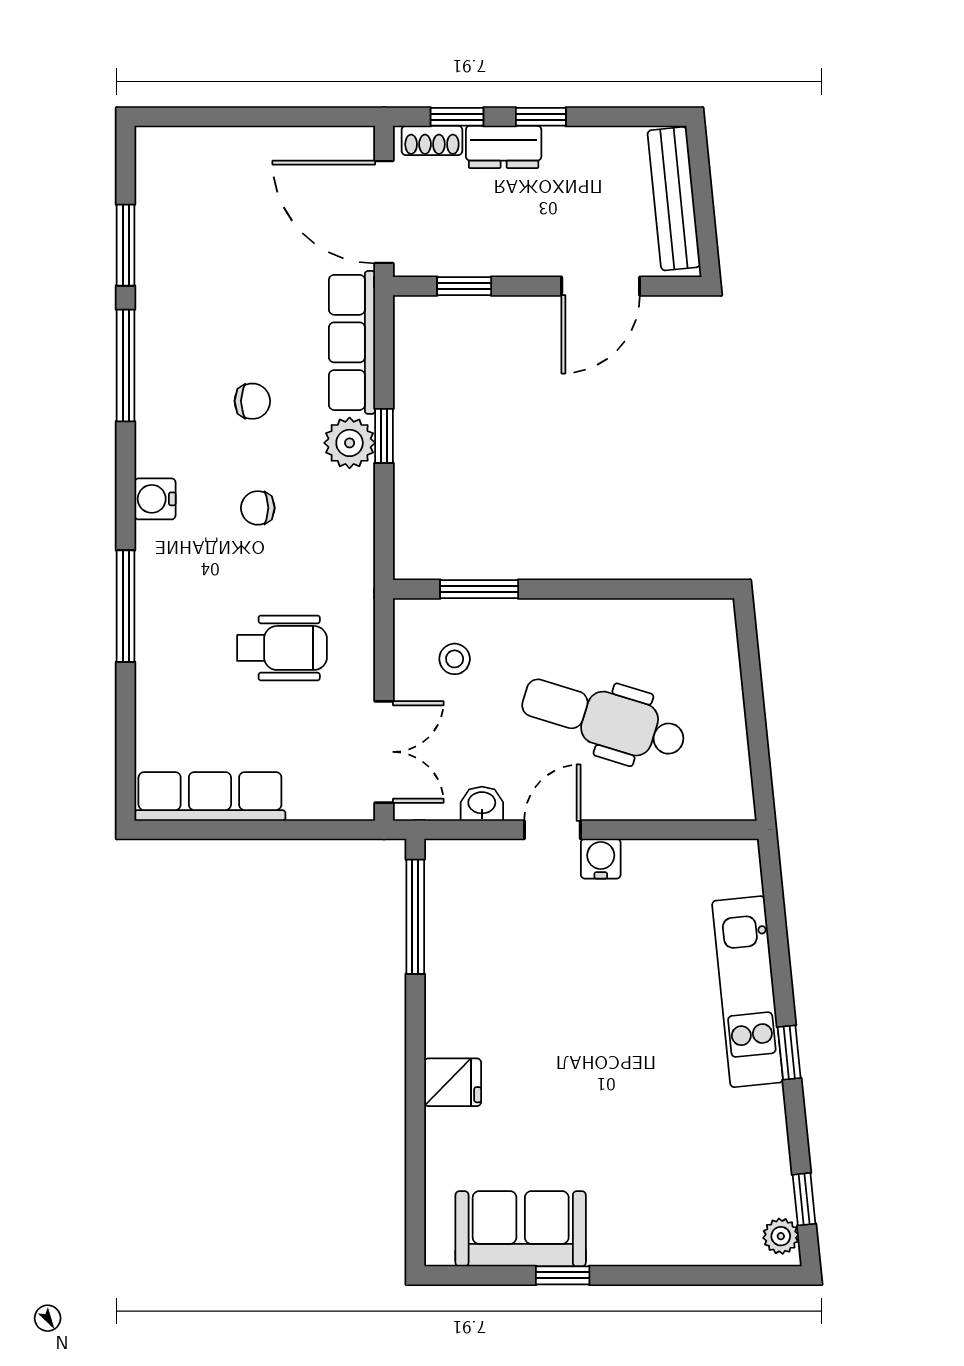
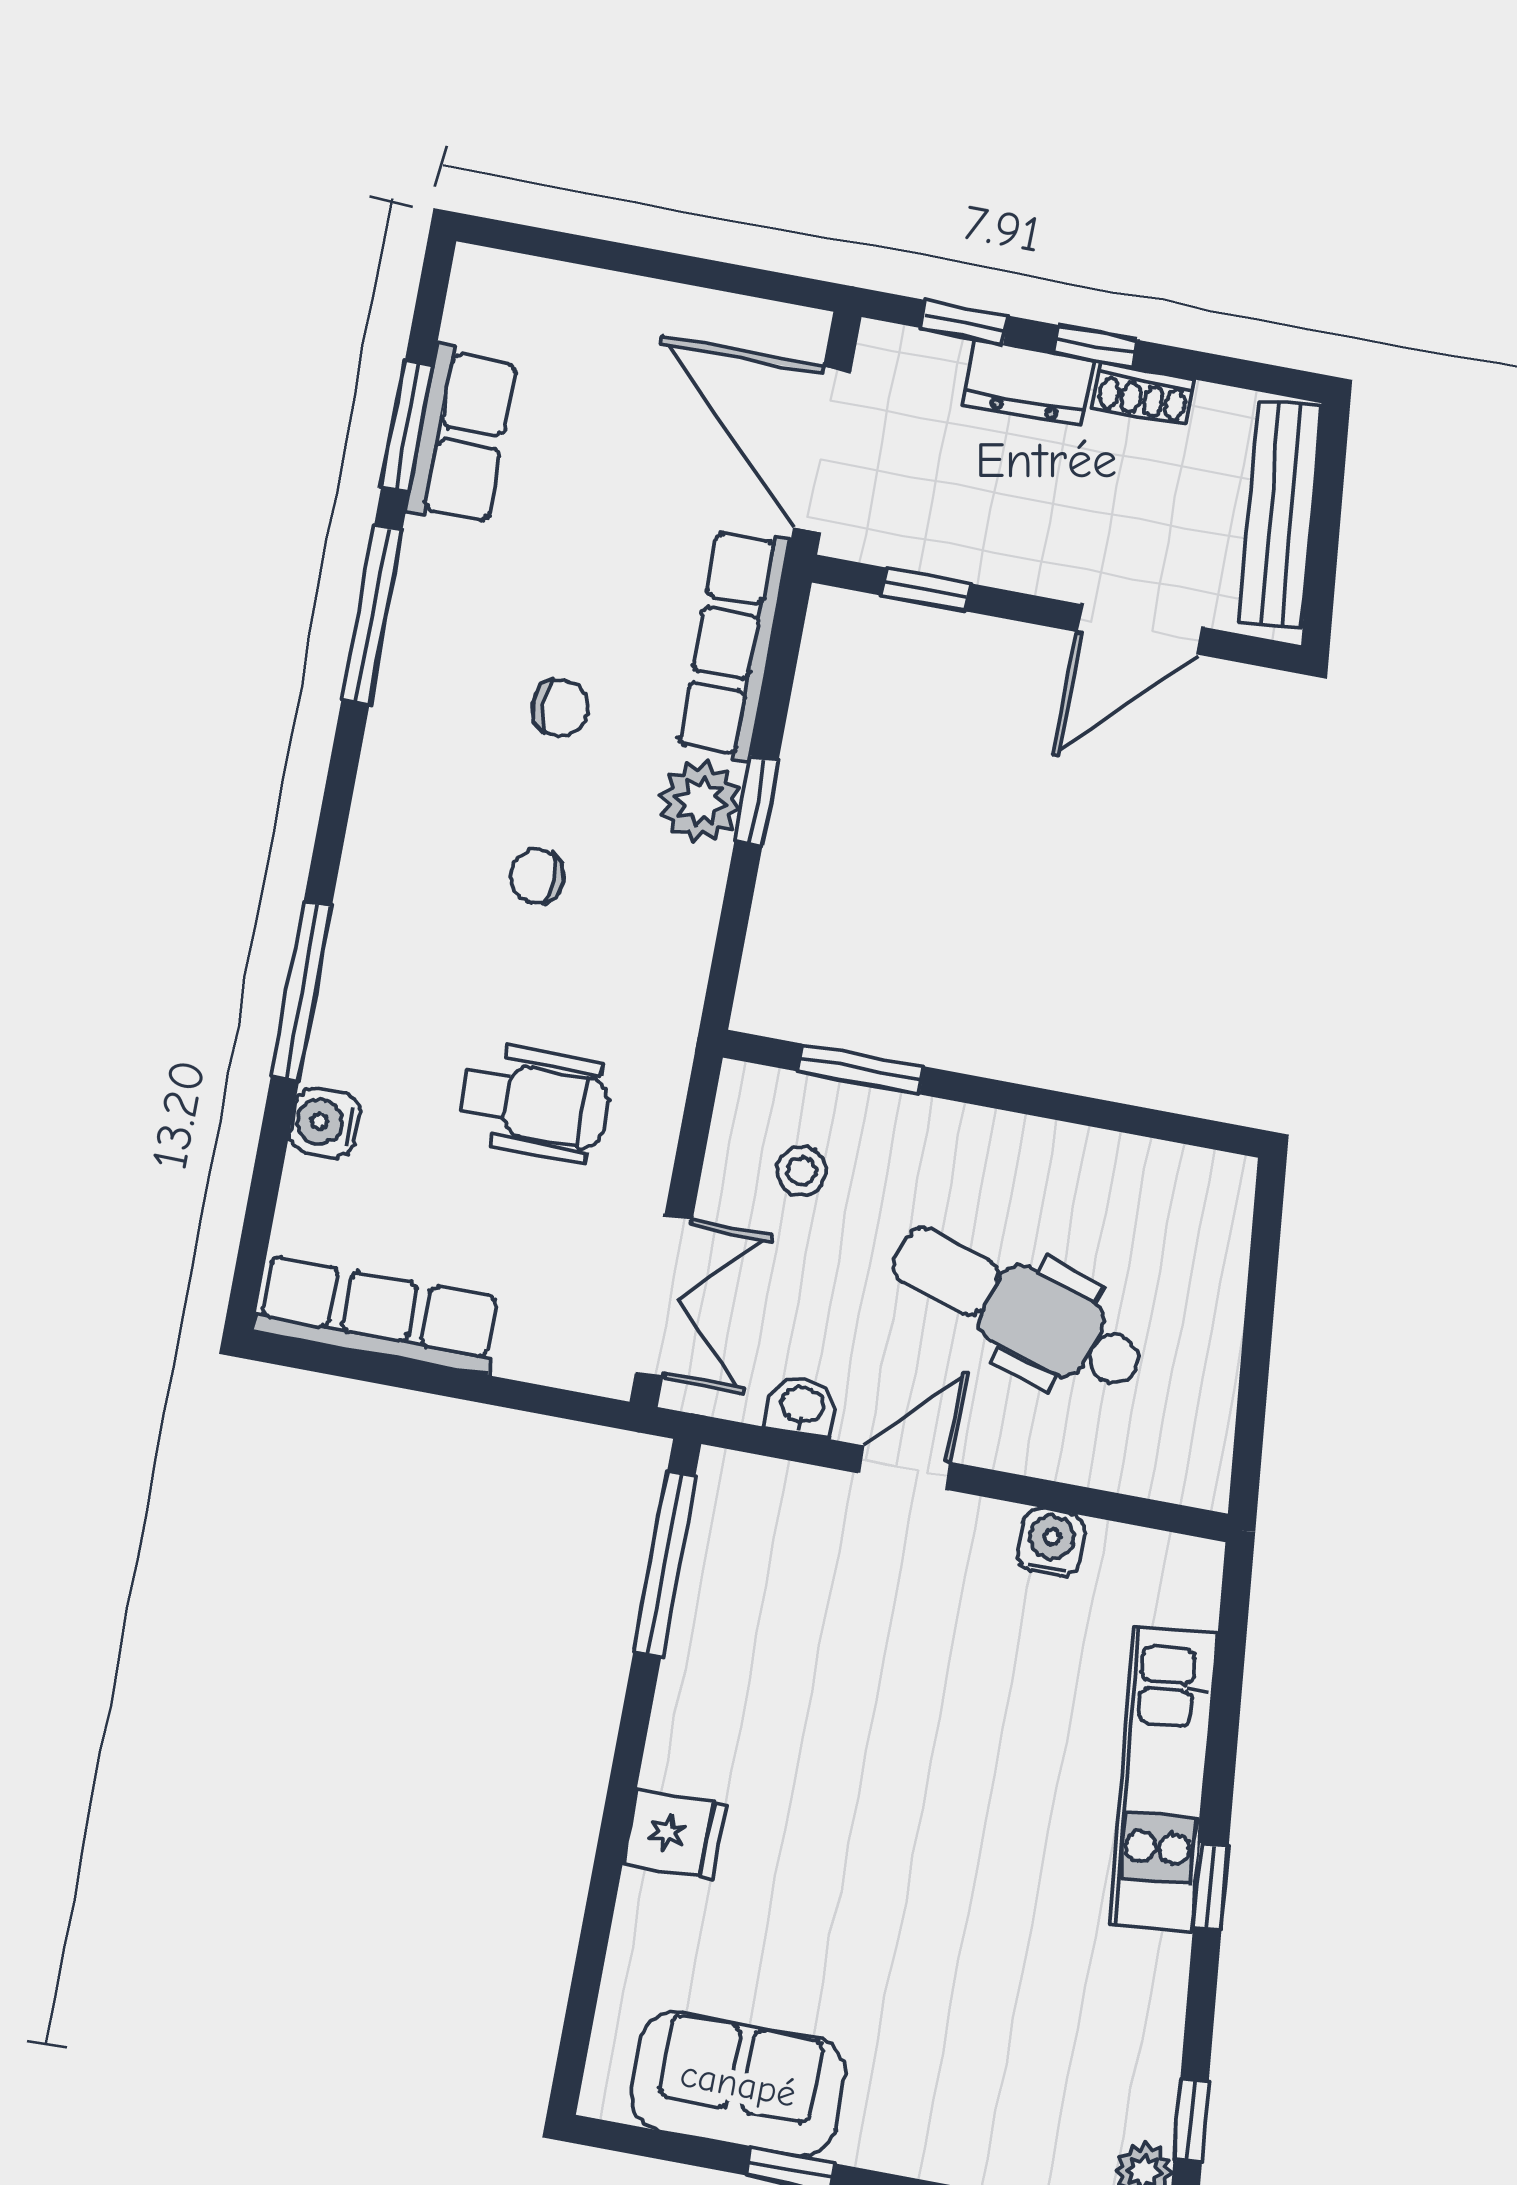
shoe rack: (432, 140) -> (1143, 394), moved
row of seats: (160, 245) -> (462, 436), added
water cooler: (155, 499) -> (325, 1123), moved
water cooler: (601, 859) -> (1051, 1542), moved

